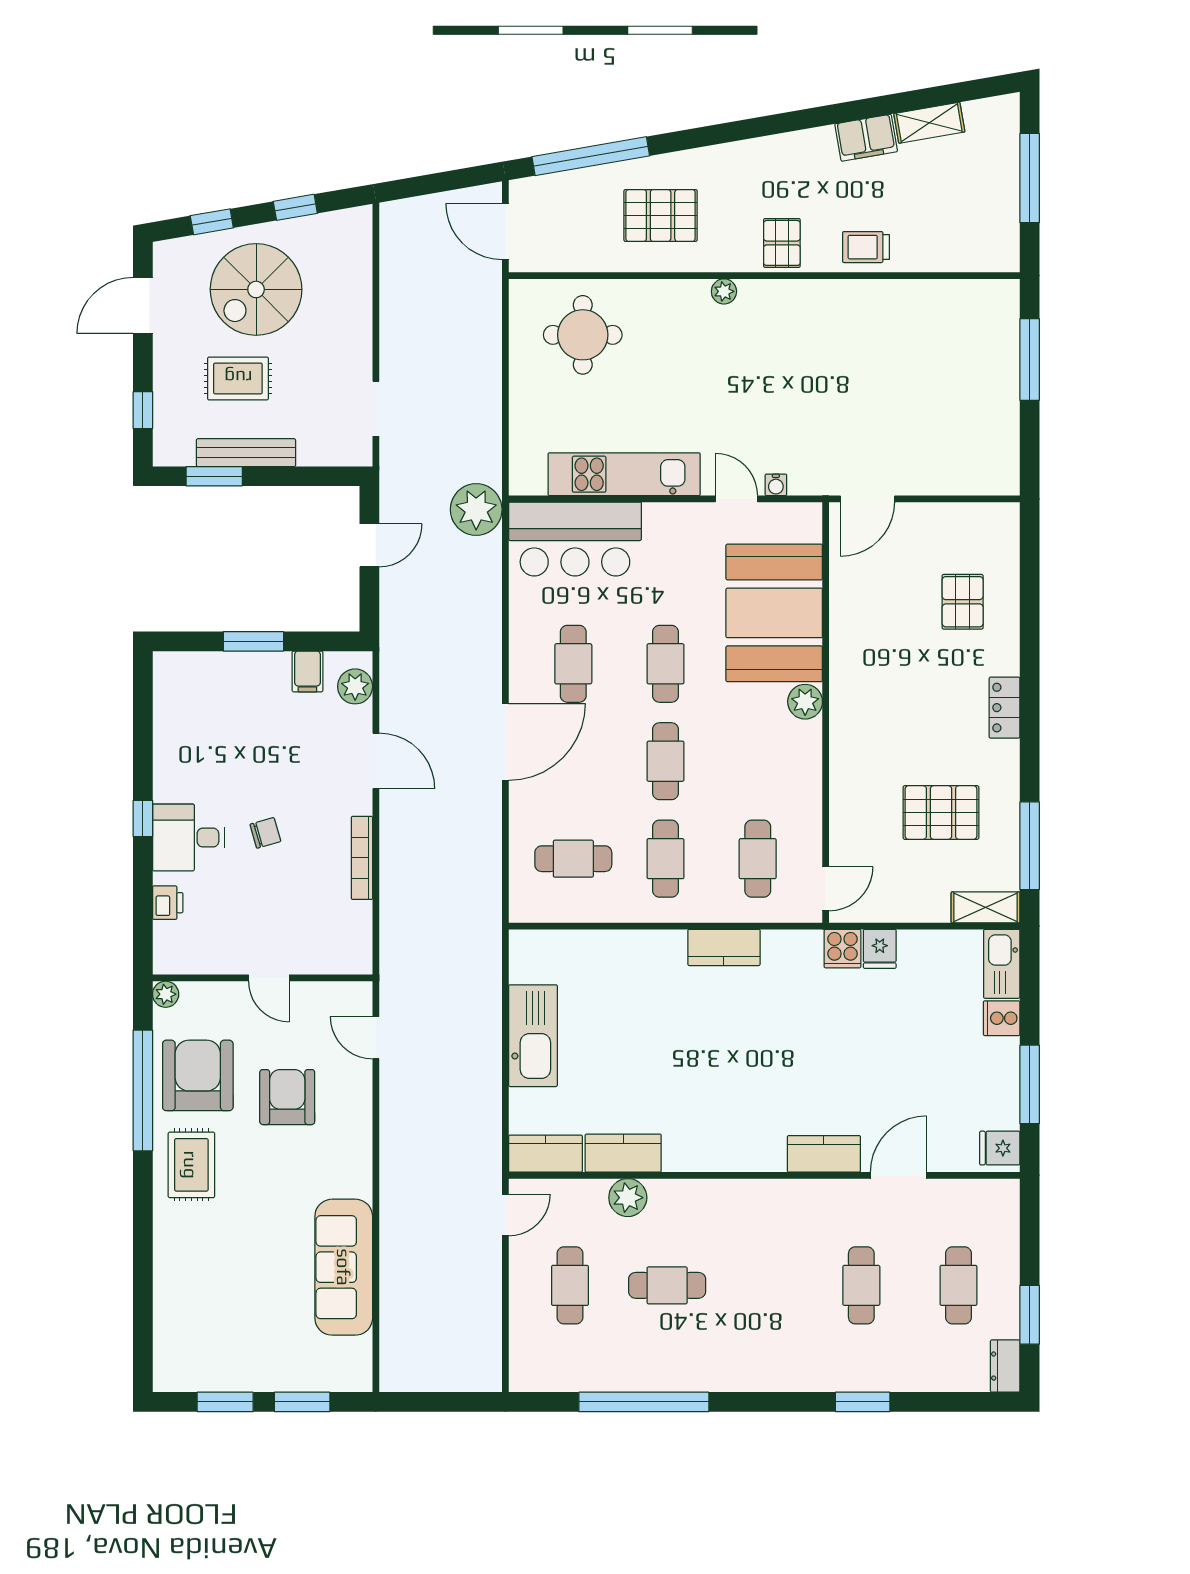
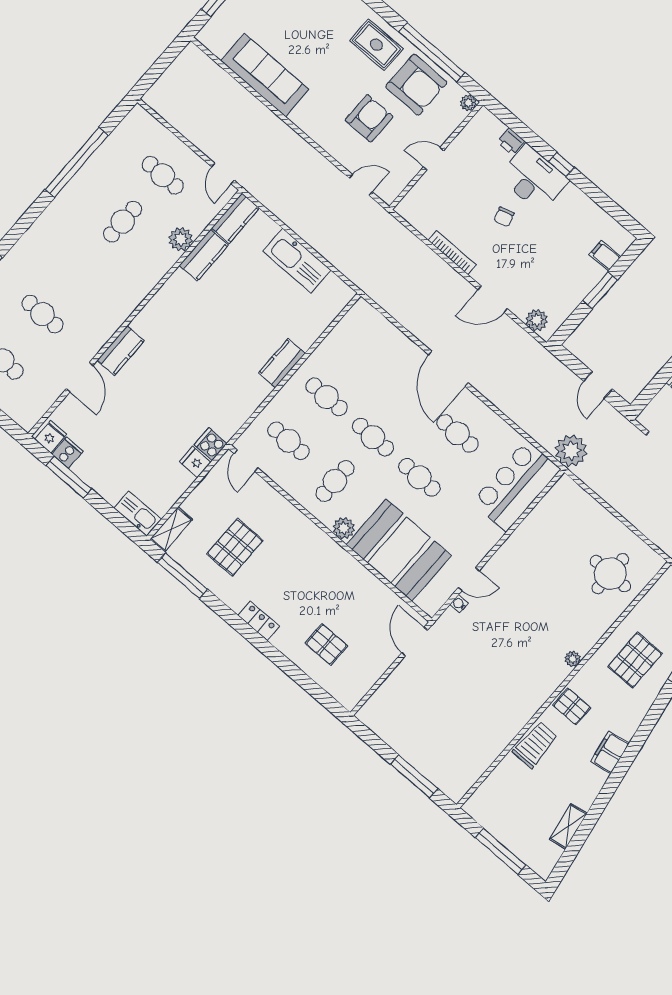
filing cabinet: (866, 138) -> (610, 753), moved
trolley: (866, 247) -> (535, 745), width x1.36, depth x1.39
kitchen unit: (624, 474) -> (527, 536), removed
filing cabinet: (307, 671) -> (605, 256), moved
desk: (189, 838) -> (533, 178), width x1.37
cafe table: (573, 859) -> (335, 481), moved
kitchen counter: (724, 947) -> (282, 363), moved
cooker: (1002, 1018) -> (67, 453), moved
armchair: (287, 1097) -> (369, 118), turned -90

